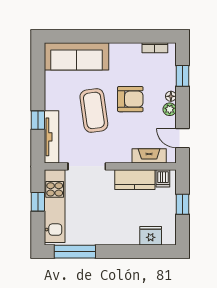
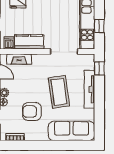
armchair: (130, 99) -> (32, 112), moved
window: (38, 120) -> (99, 68), moved
tv unit: (51, 137) -> (89, 89), moved

